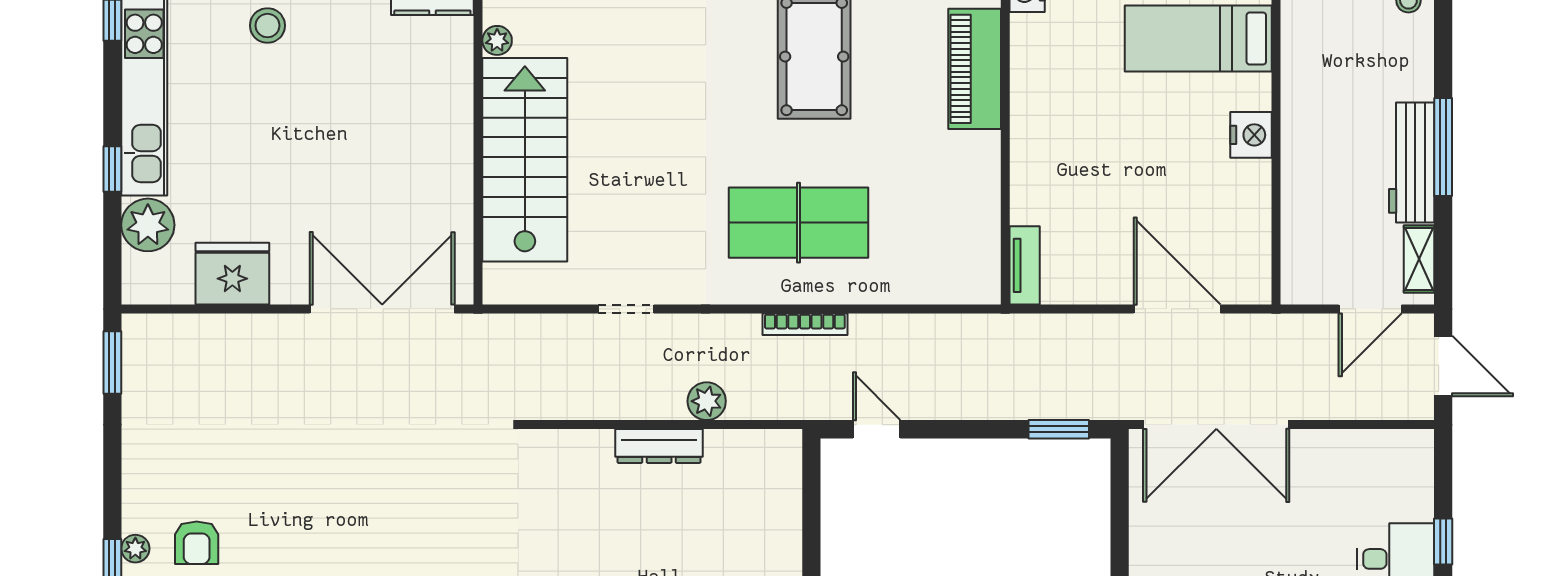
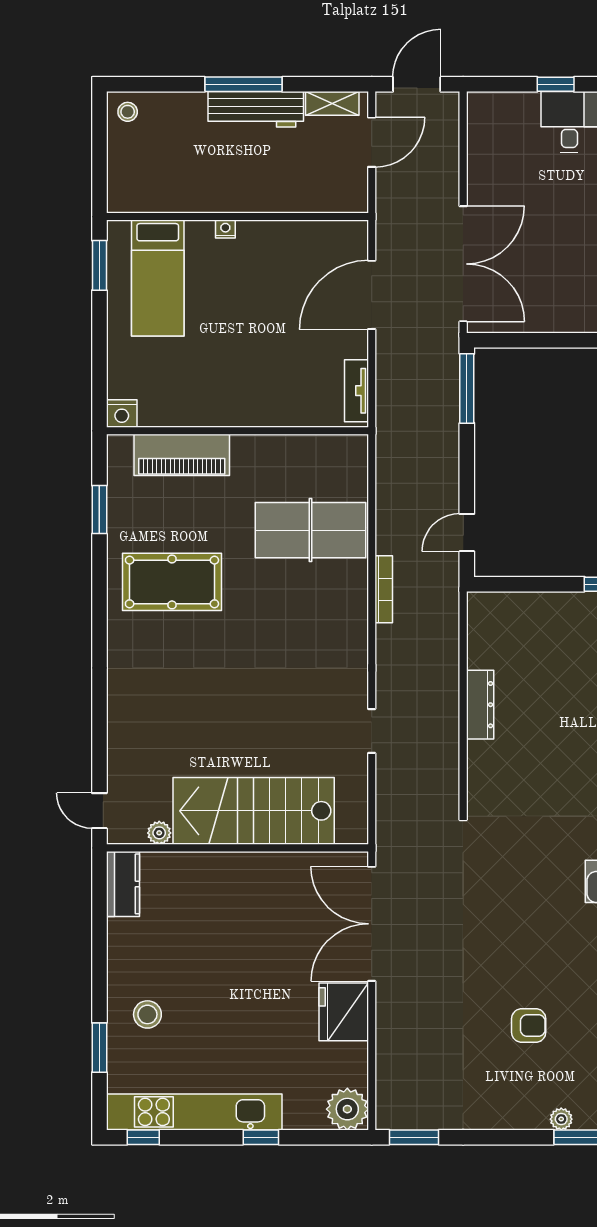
nightstand: (1251, 135) -> (225, 229), width x0.53, depth x0.56
table tennis table: (798, 223) -> (311, 530), moved, turned 90
plant: (148, 225) -> (347, 1109), moved
tv unit: (1025, 265) -> (356, 391), moved, turned -90
fridge: (232, 274) -> (344, 1012), moved
door: (1370, 309) -> (372, 142), hinge flipped
plant: (707, 401) -> (445, 667), removed
window: (1059, 429) -> (467, 388), width x1.44
armchair: (197, 543) -> (529, 1026), moved

